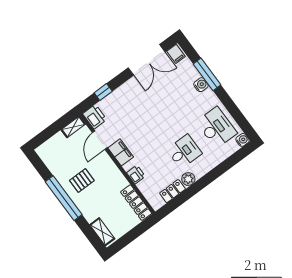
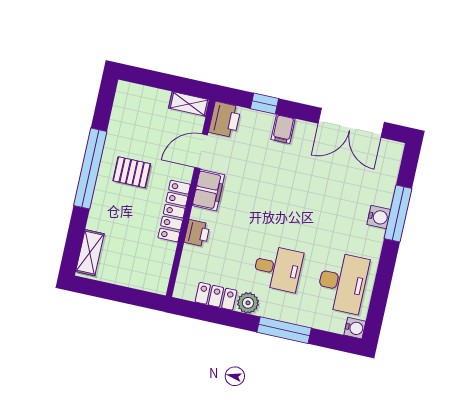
filing cabinet: (176, 54) -> (283, 129), moved
window: (215, 173) -> (284, 330), added
locker: (136, 203) -> (174, 211), moved

